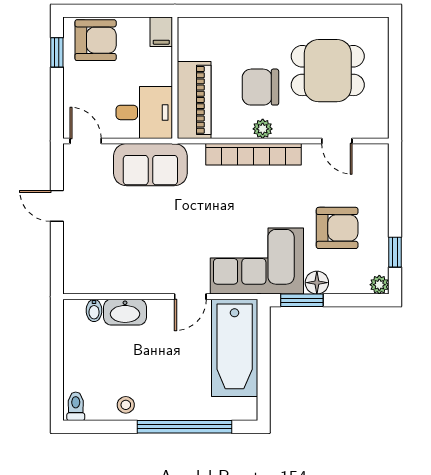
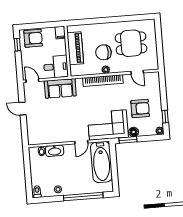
piano: (194, 100) -> (75, 48), moved

